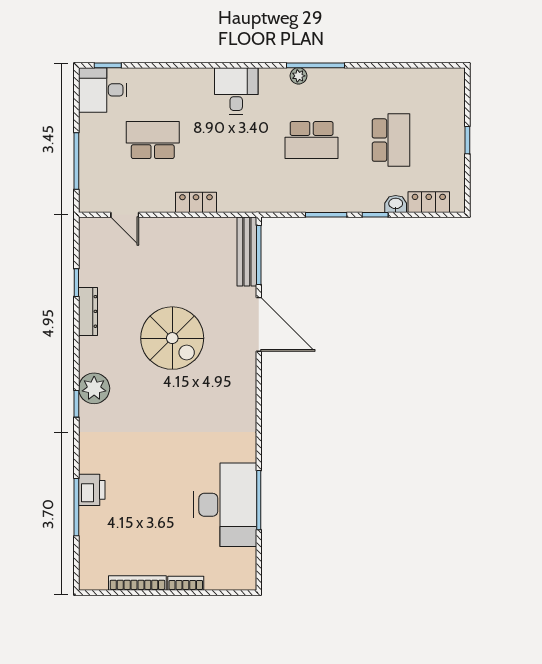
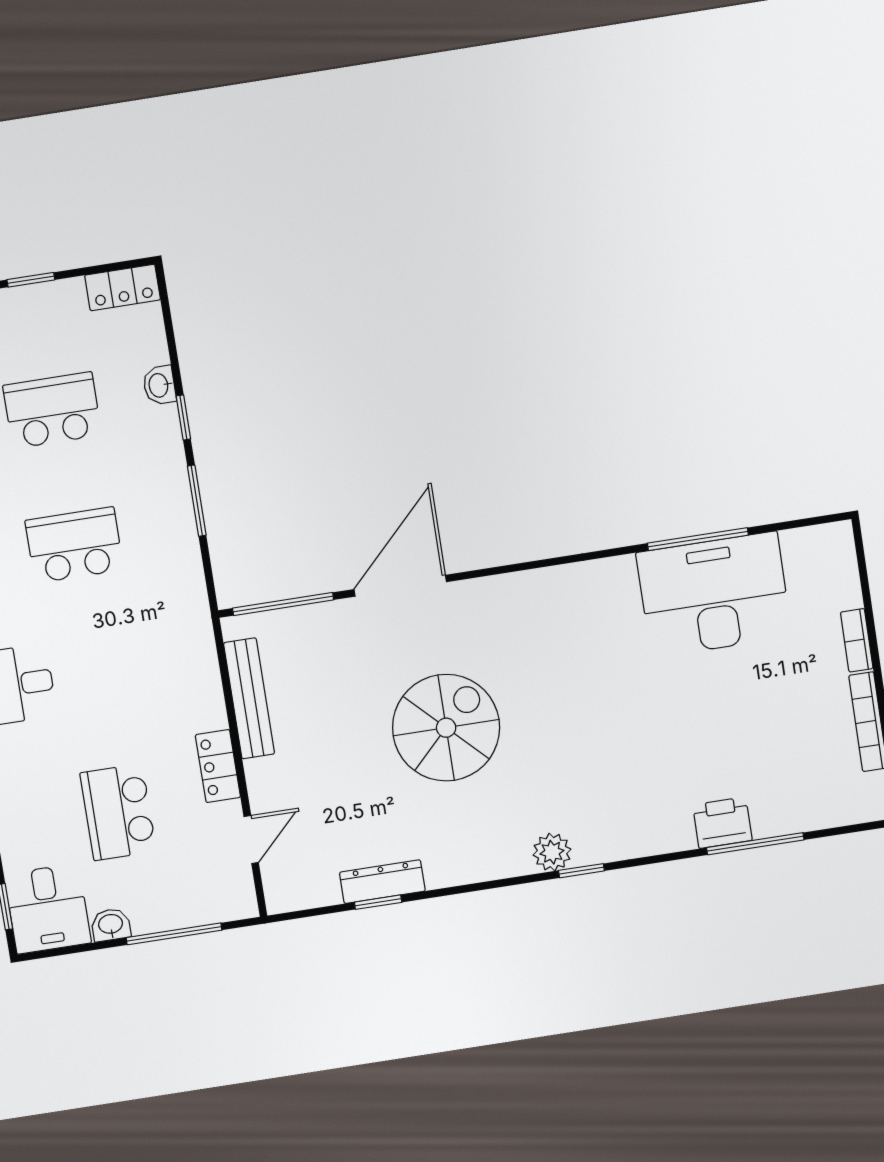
washbasin: (87, 125) -> (111, 925), added
school desk: (312, 140) -> (74, 545), turned -90
locker: (196, 202) -> (218, 766), moved
locker: (429, 202) -> (123, 287), moved, turned -90
bench: (247, 252) -> (249, 698), moved, turned 90
dresser: (88, 311) -> (382, 882), moved
plant: (94, 388) -> (552, 852), width x0.73, depth x0.73

